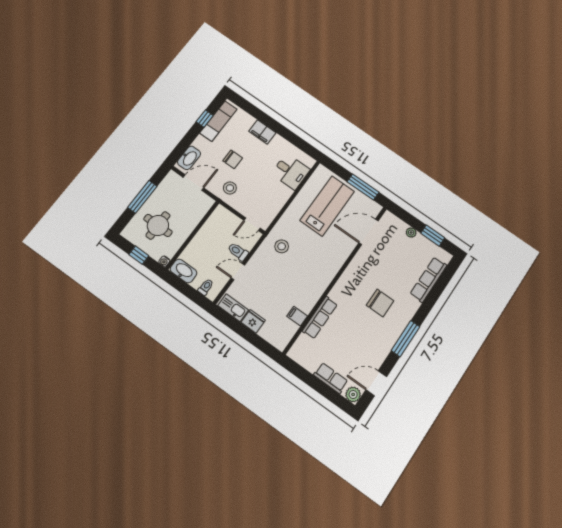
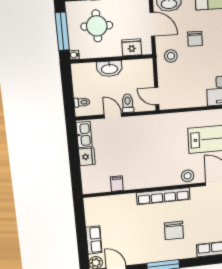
fridge: (197, 212) -> (132, 47), added
stool: (282, 246) -> (188, 176), moved
window: (139, 255) -> (62, 31), width x2.17
washbasin: (183, 271) -> (109, 69), moved, turned 90
row of seats: (320, 318) -> (163, 196), moved, width x1.36

